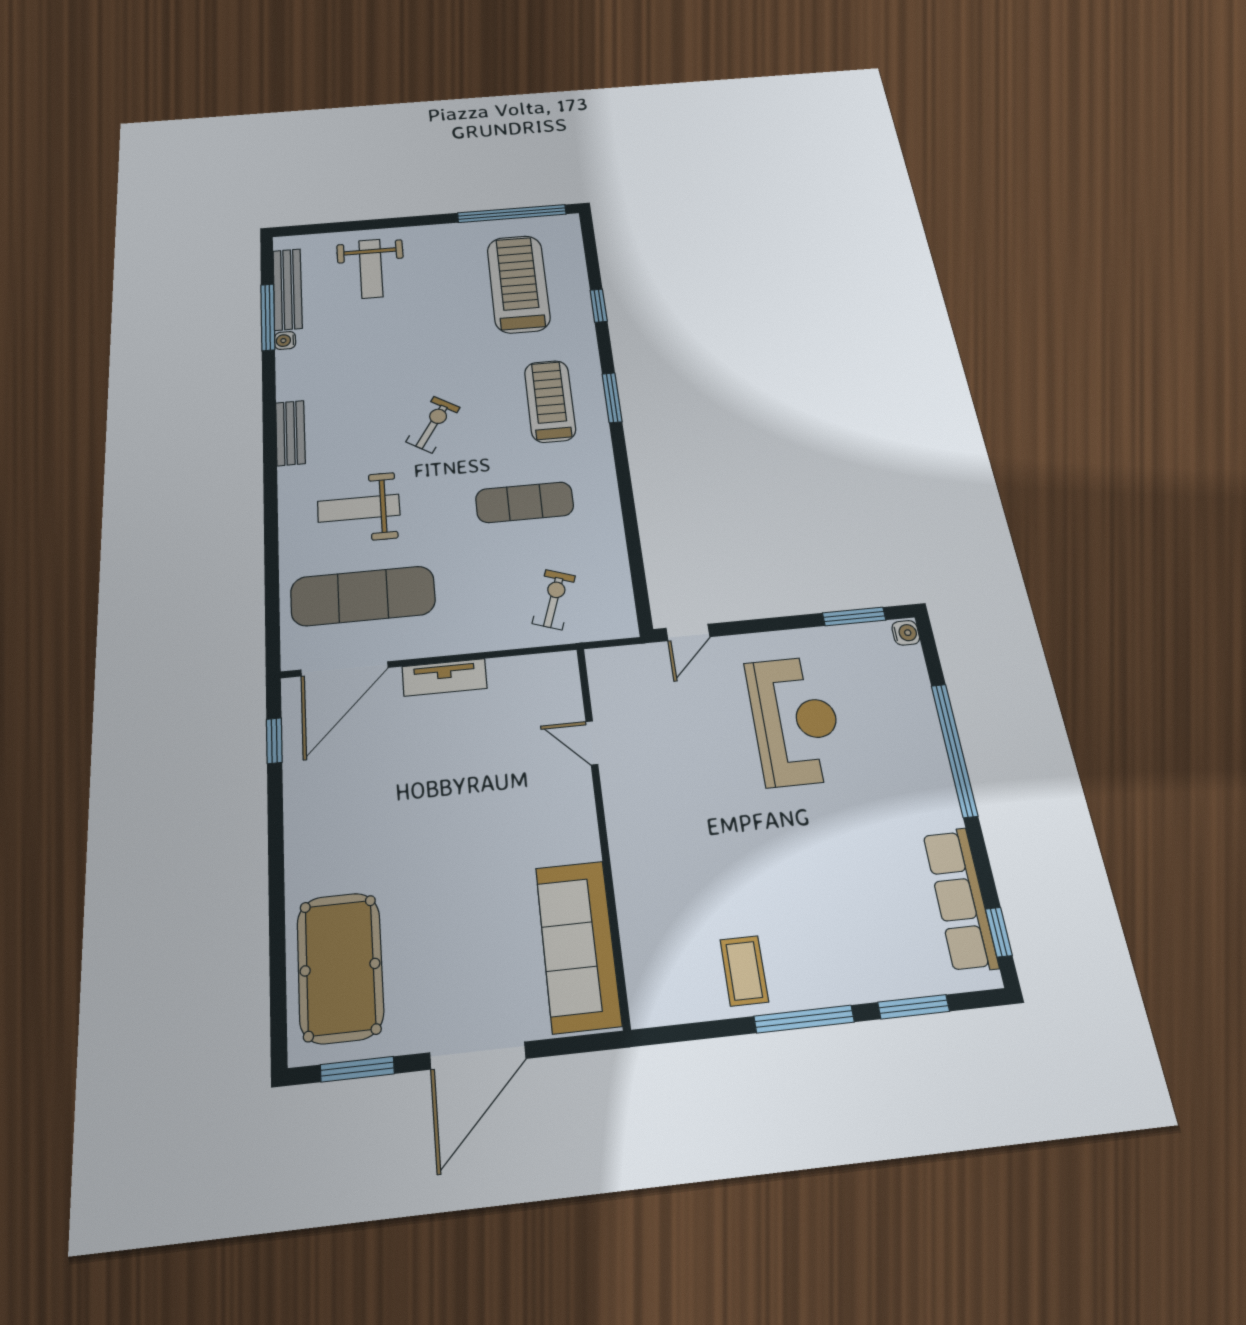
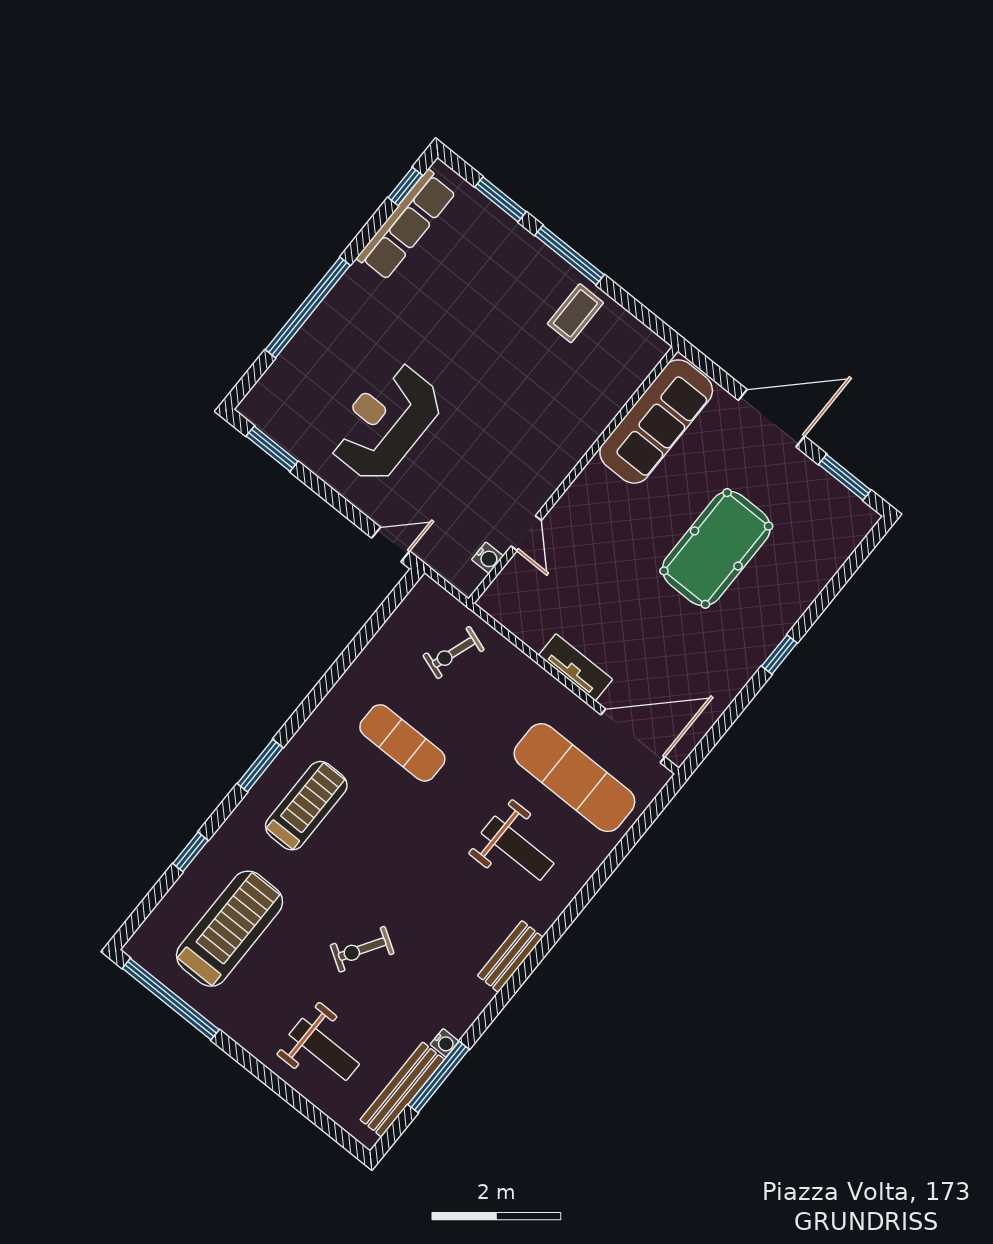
weight bench: (371, 269) -> (324, 1049), turned 90
treadmill: (518, 284) -> (230, 929), turned 180
treadmill: (550, 401) -> (306, 806), turned 180
exercise bike: (433, 425) -> (362, 949), moved
water cooler: (906, 633) -> (487, 558), moved, turned 180
window: (274, 741) -> (779, 655), moved
pool table: (340, 967) -> (716, 548), moved

